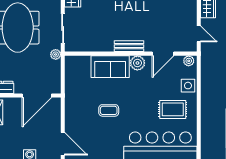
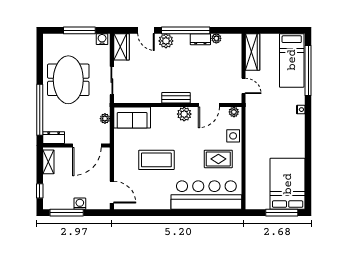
plant: (56, 54) -> (105, 119), moved
sofa: (110, 67) -> (132, 118), moved
coffee table: (109, 110) -> (156, 160), width x1.86, depth x1.72

